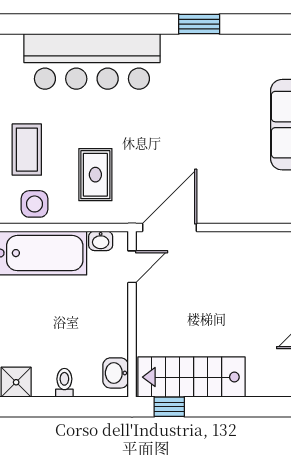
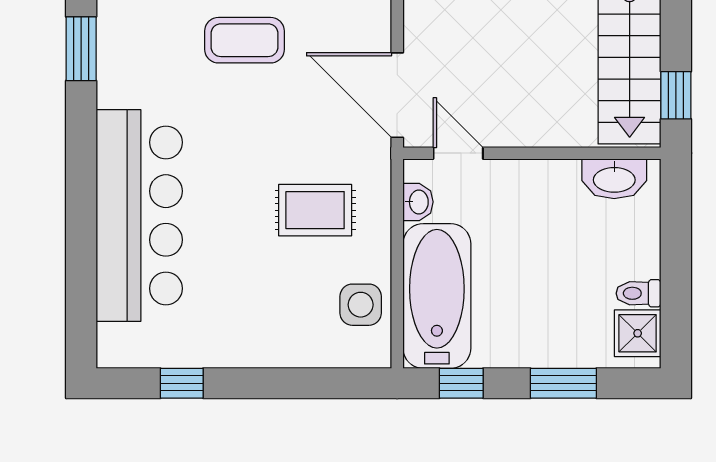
coffee table: (27, 150) -> (244, 40), moved
washbasin: (116, 373) -> (614, 179), width x1.38
toilet: (64, 383) -> (639, 293), moved

